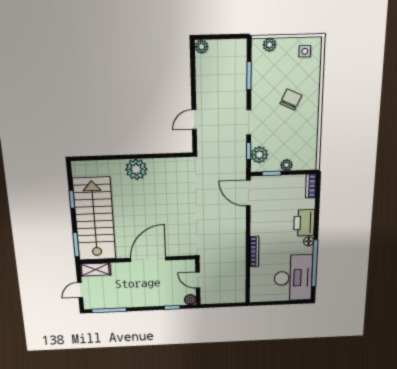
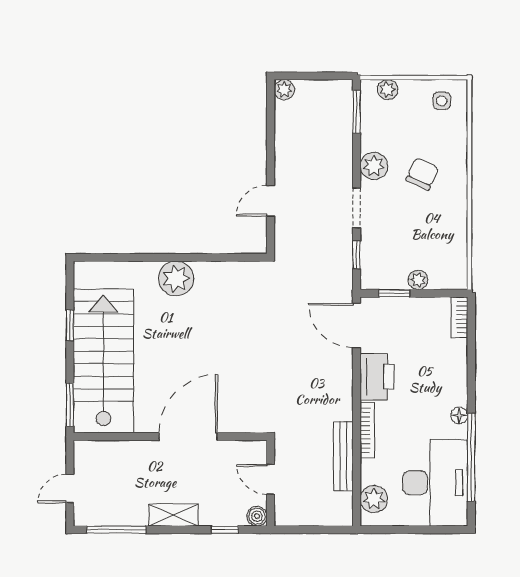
window: (249, 76) -> (357, 112), moved
plant: (259, 155) -> (374, 166), moved
printer: (304, 223) -> (377, 377), moved, turned 180
bench: (240, 266) -> (343, 456), added
shelving: (95, 269) -> (173, 515), moved
plant: (258, 288) -> (374, 499), added

